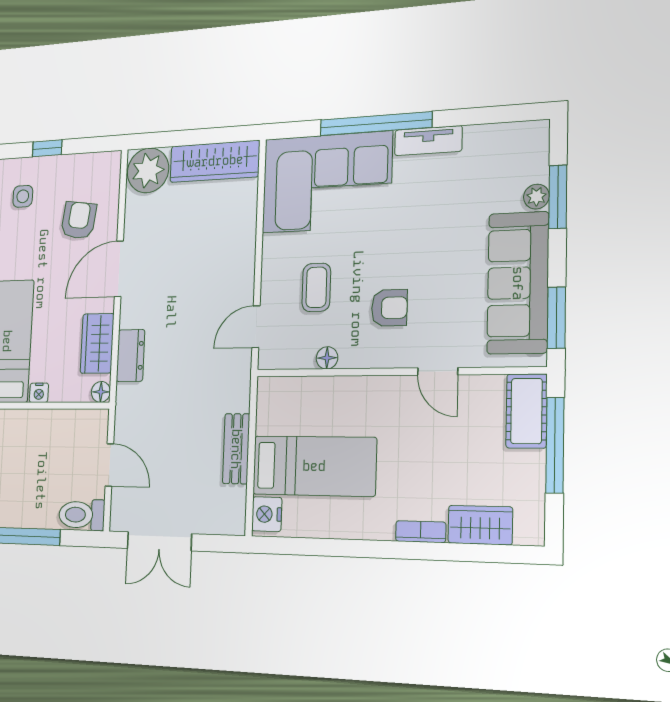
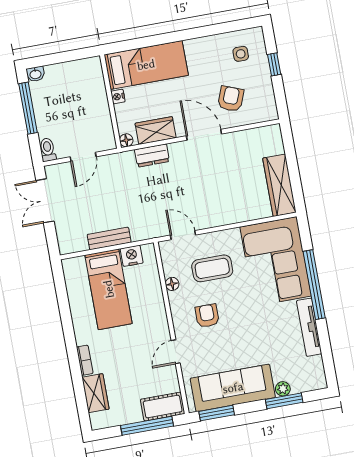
tv unit: (428, 141) -> (309, 327), width x1.41
plant: (148, 170) -> (268, 141), removed
armchair: (79, 220) -> (231, 99), turned -77
coffee table: (316, 287) -> (212, 268), width x1.36, depth x1.30
armchair: (389, 308) -> (207, 316), turned 180
nightstand: (267, 514) -> (132, 256), moved
toilet: (82, 515) -> (48, 150), width x0.73, depth x0.72

